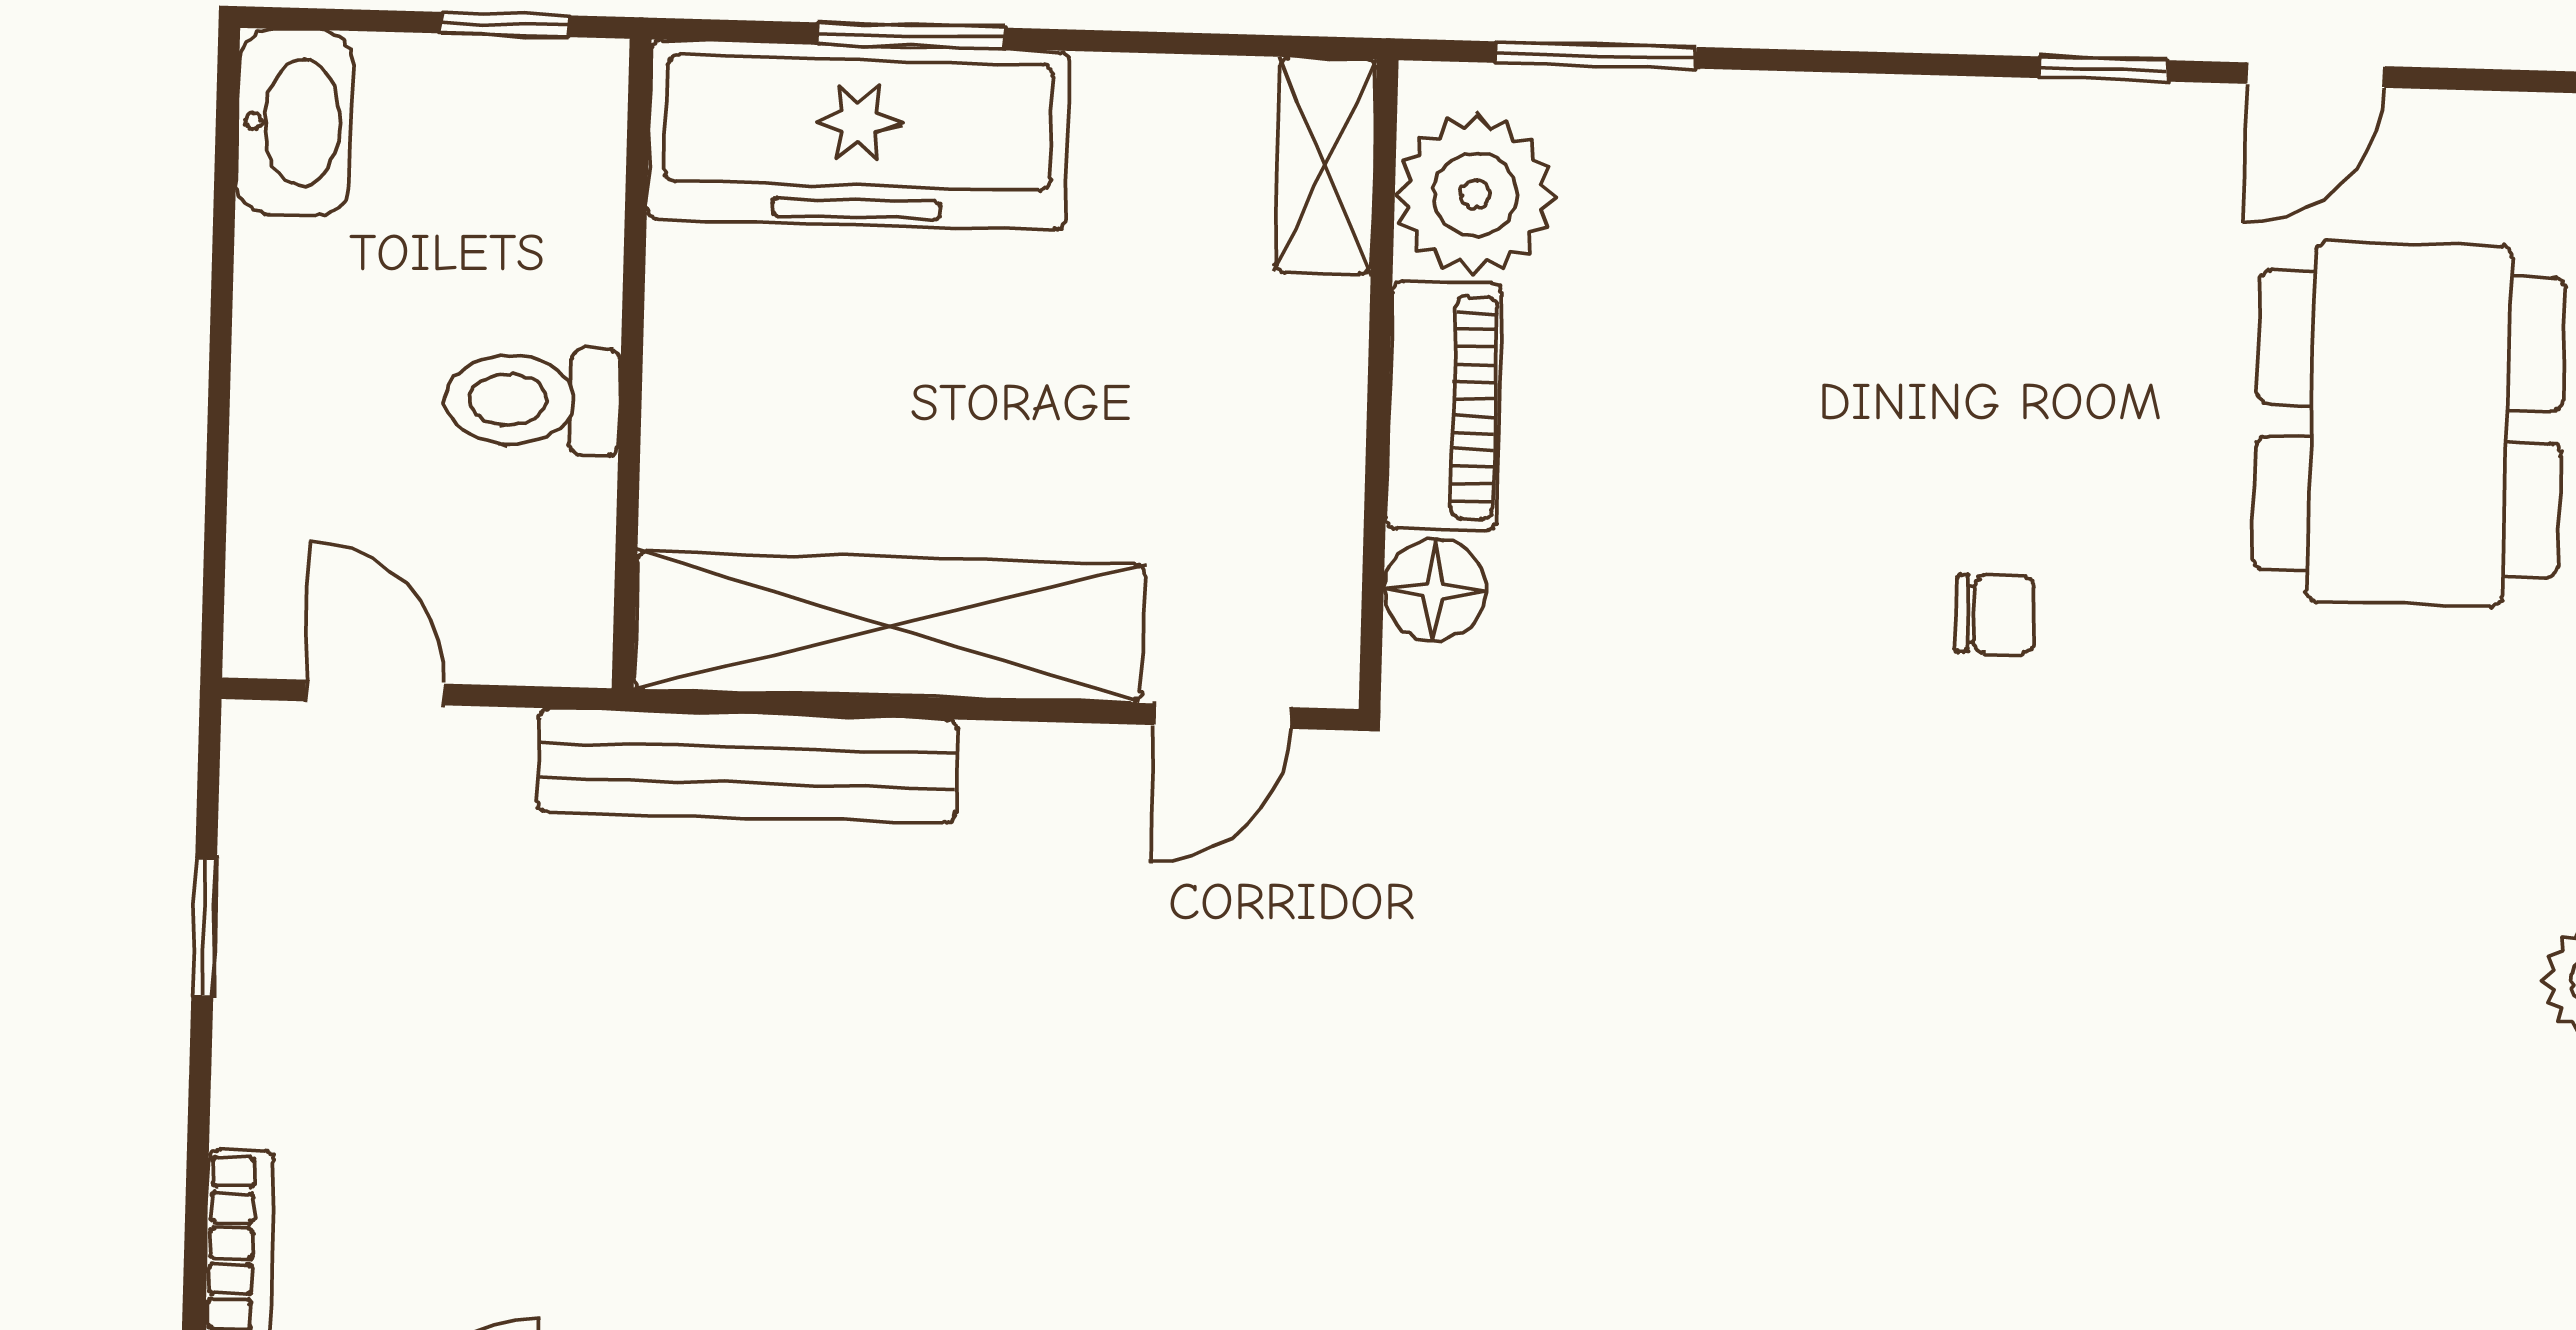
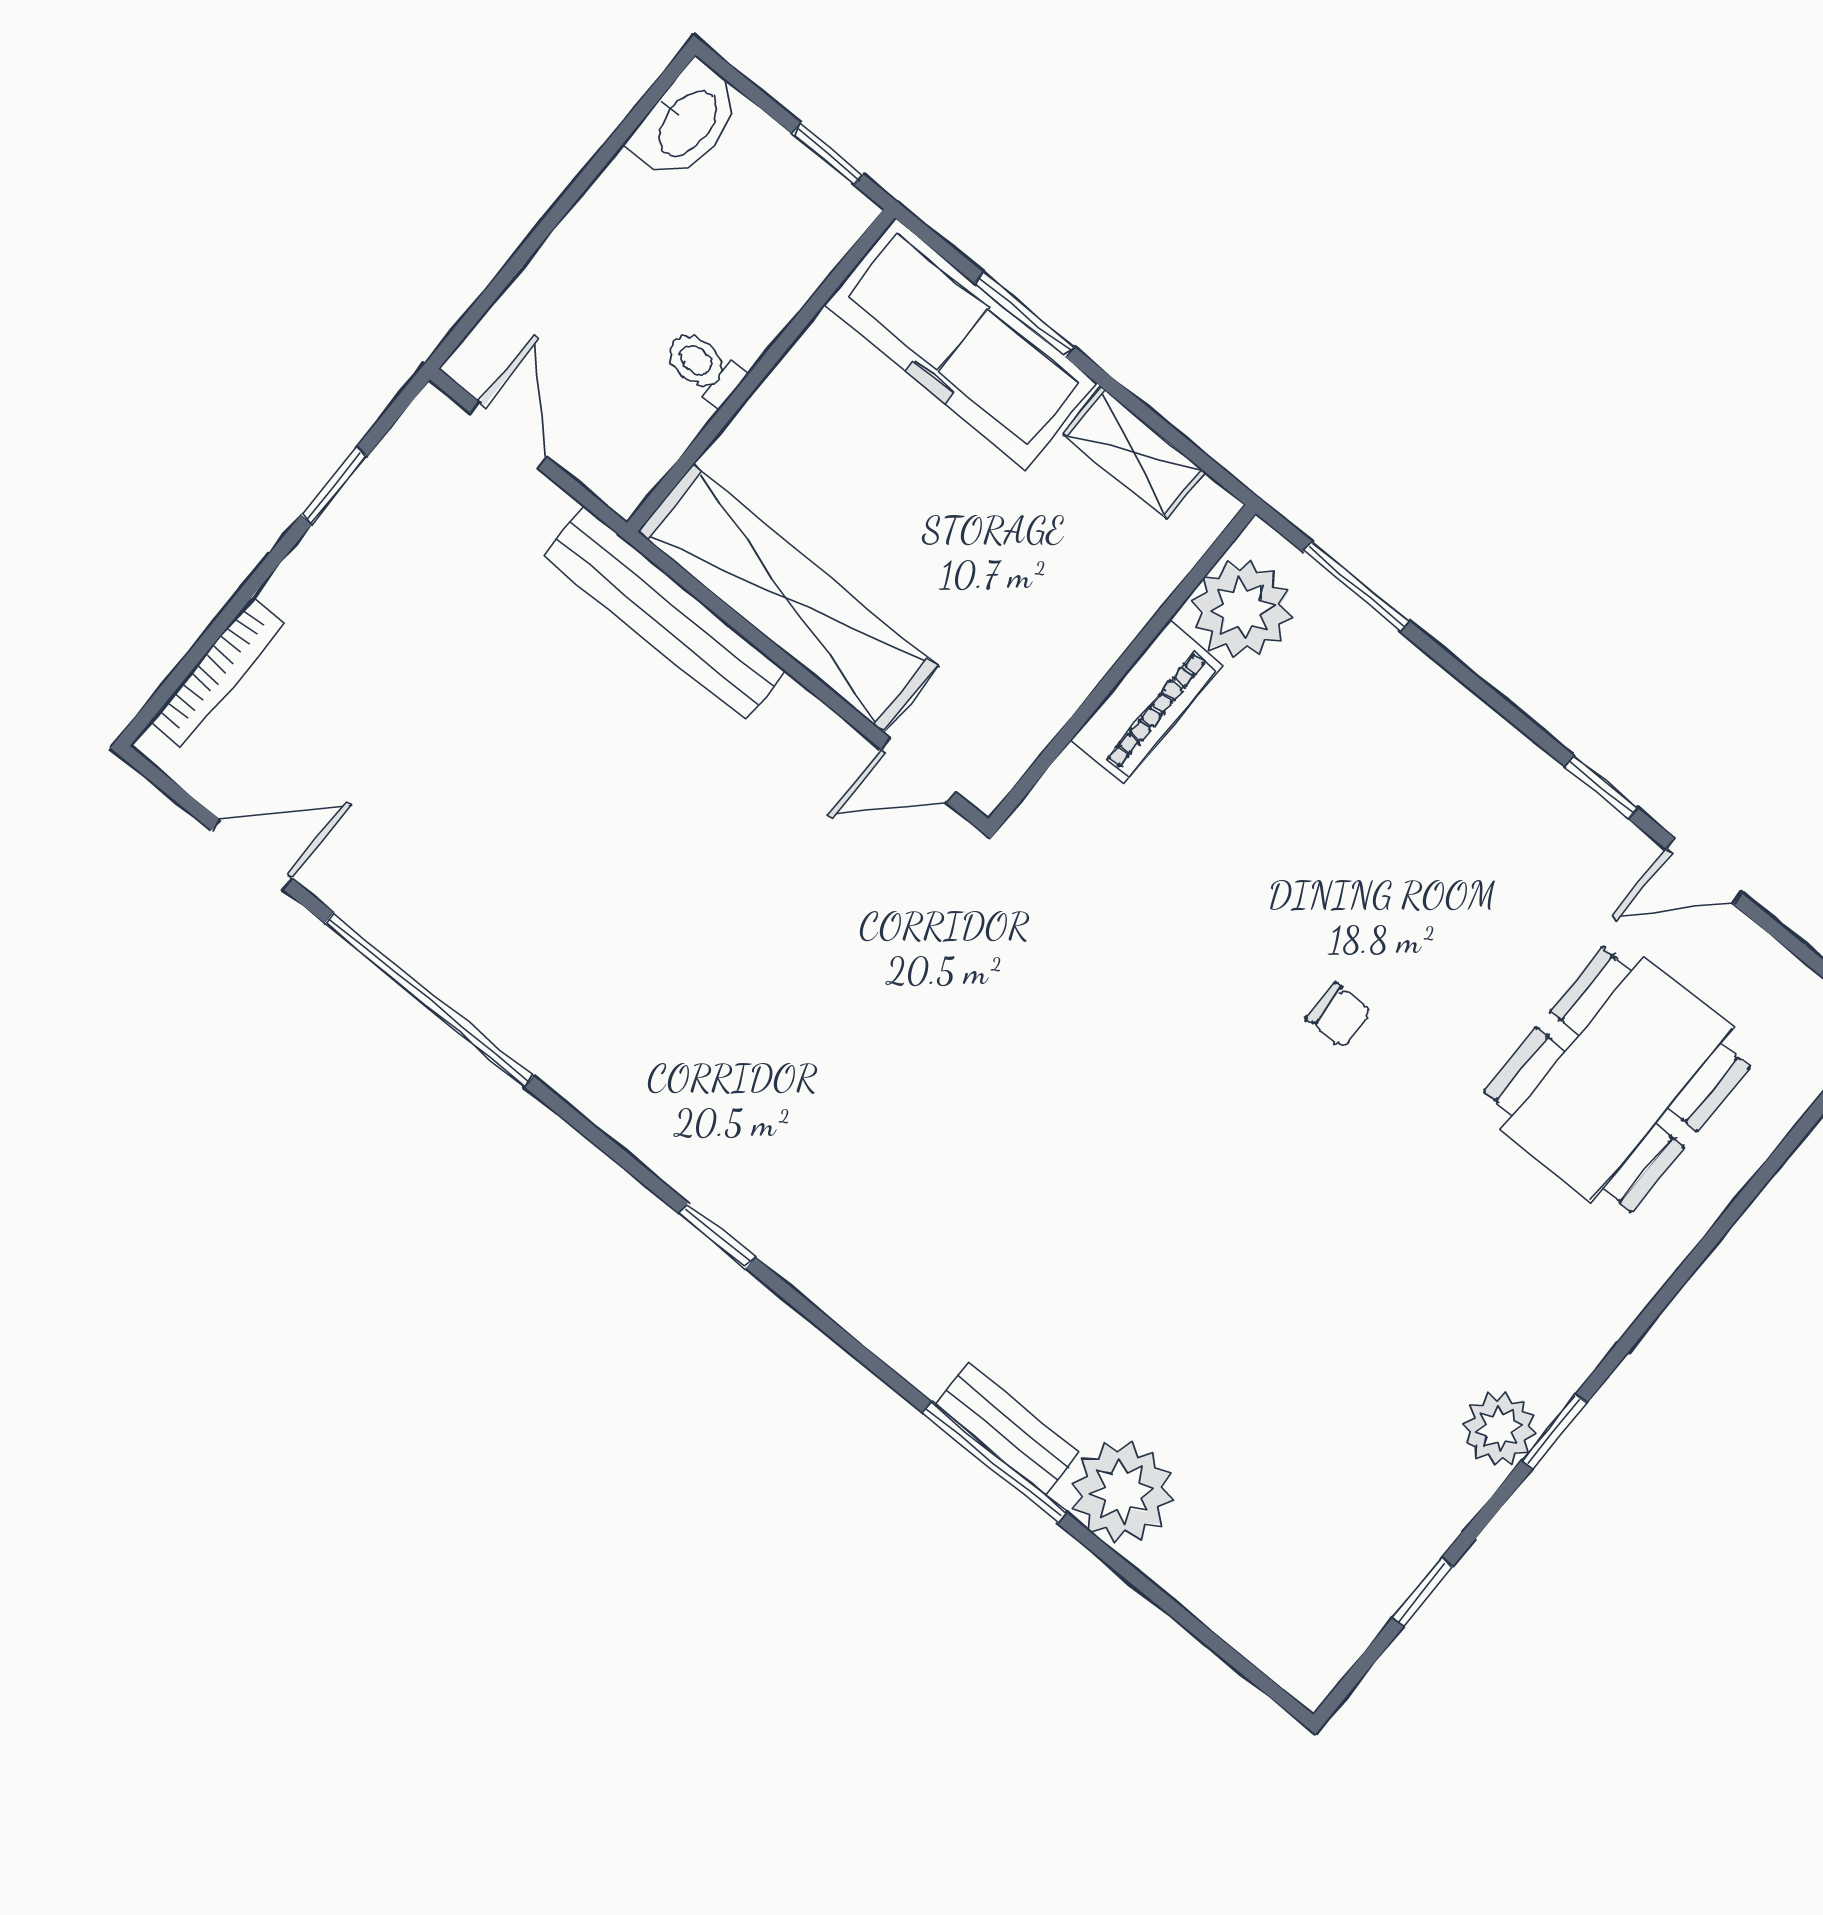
shelving: (1325, 166) -> (1134, 453), moved, turned 90
toilet: (532, 400) -> (704, 367), width x0.73, depth x0.72
floor lamp: (1435, 590) -> (1071, 789), removed

